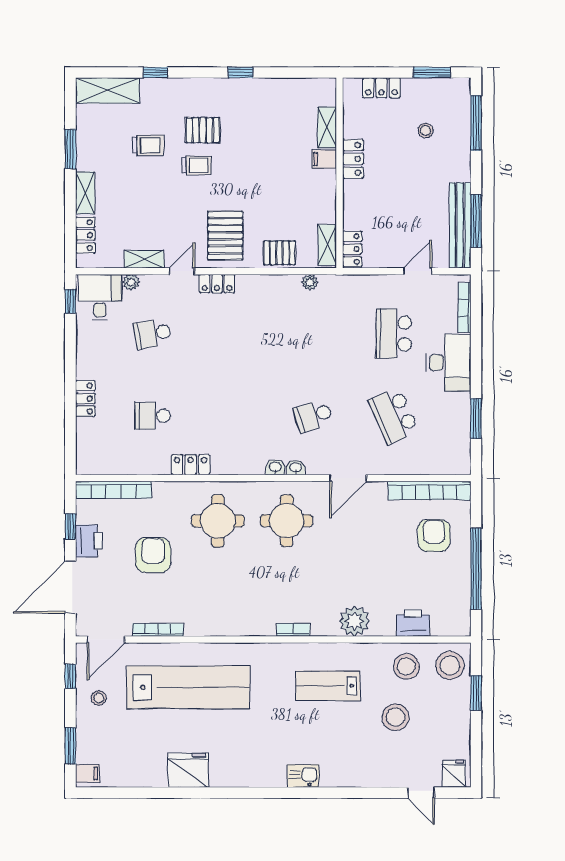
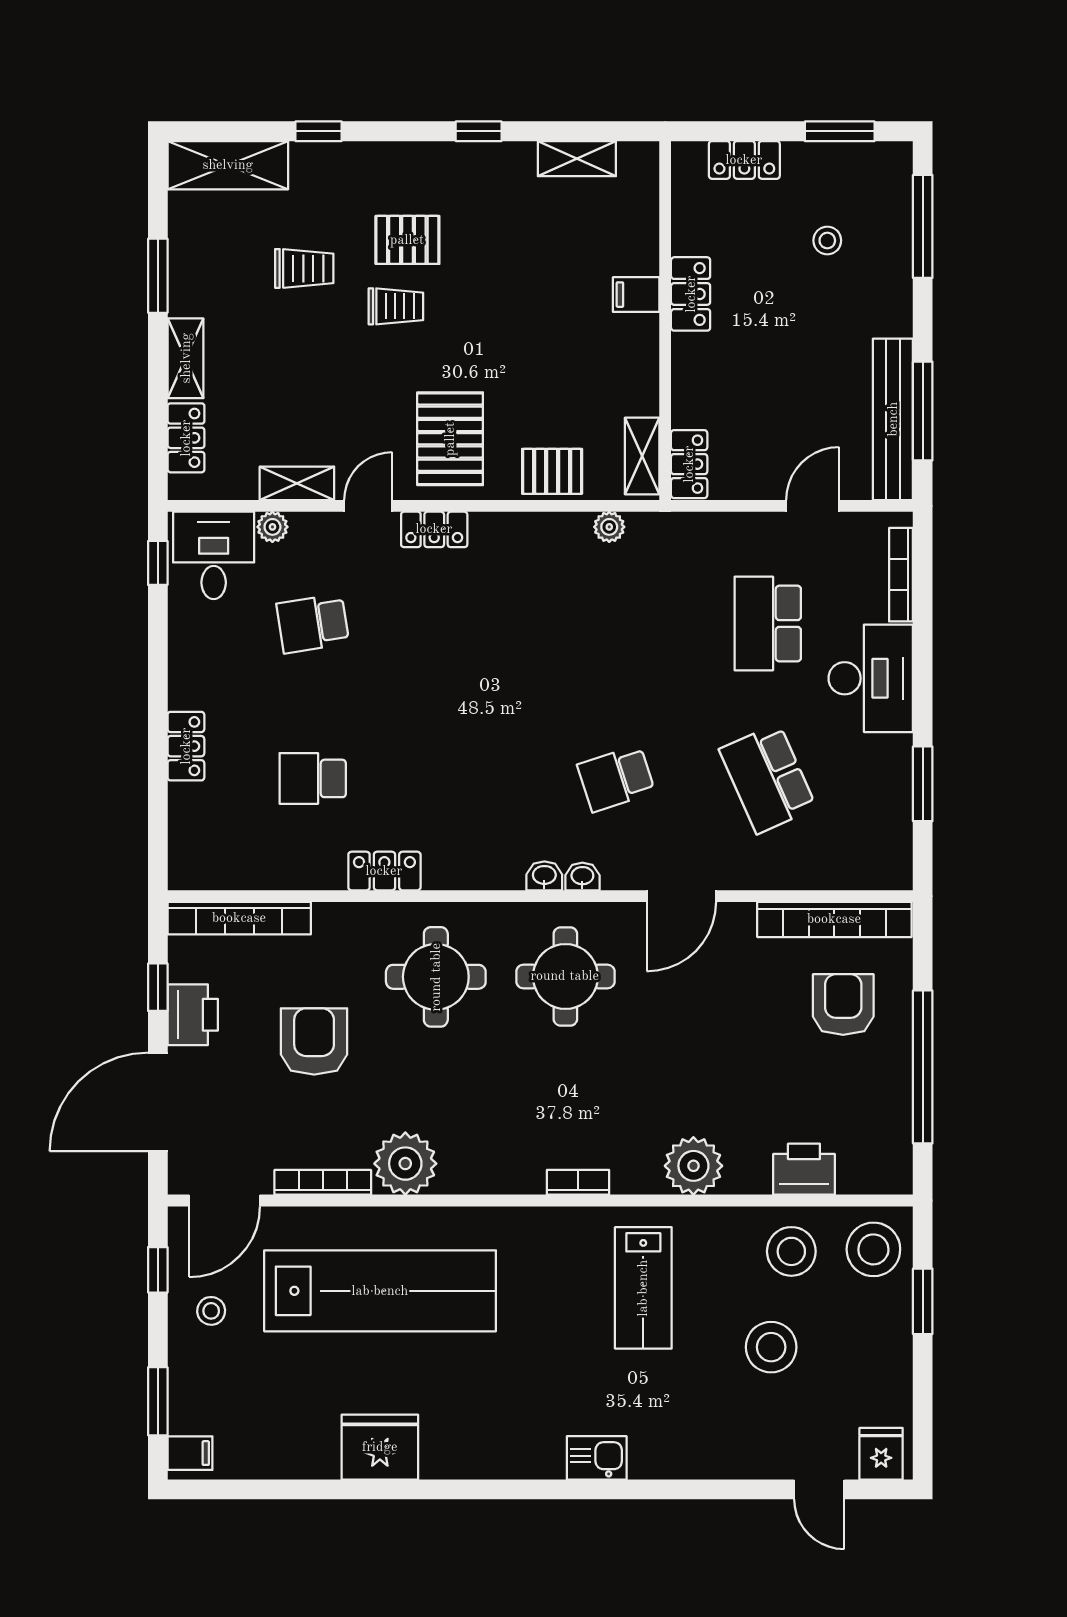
shelving: (327, 127) -> (577, 159), moved, turned 90
plant: (202, 620) -> (405, 1164), added
lab bench: (328, 686) -> (643, 1288), turned -90

